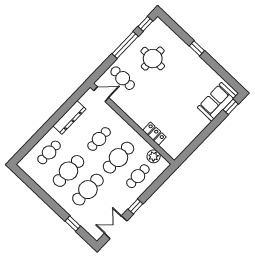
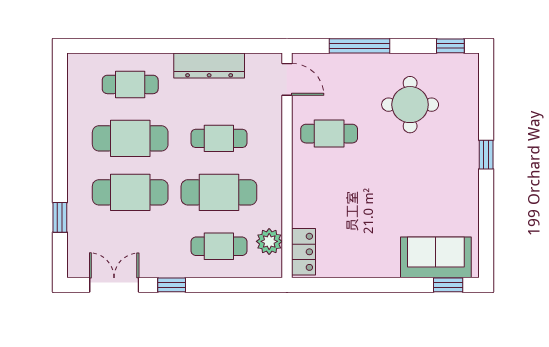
window: (125, 45) -> (359, 46), moved
cafe table: (123, 78) -> (329, 134), moved, turned 90
locker: (154, 134) -> (303, 252), moved

